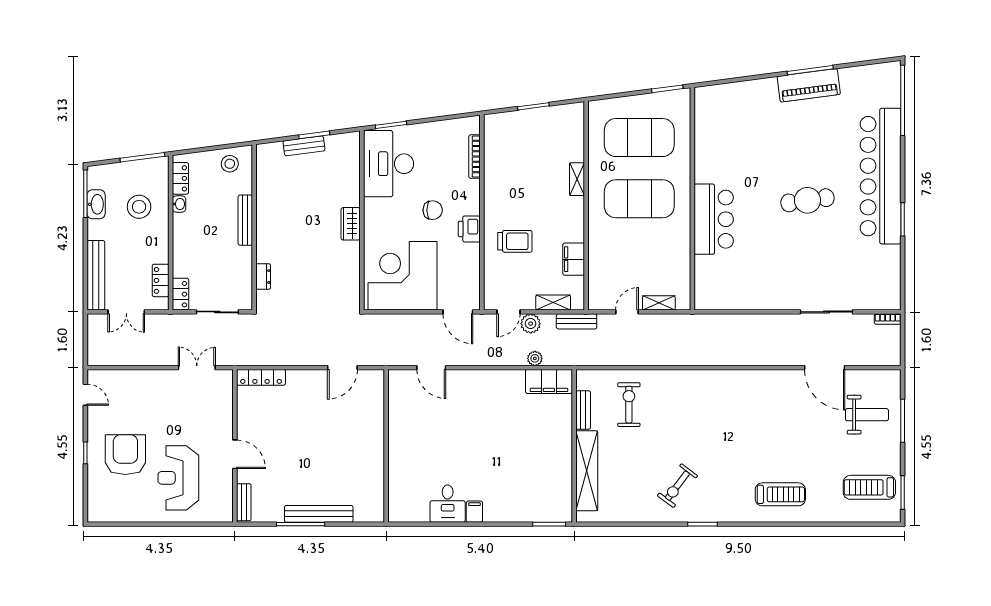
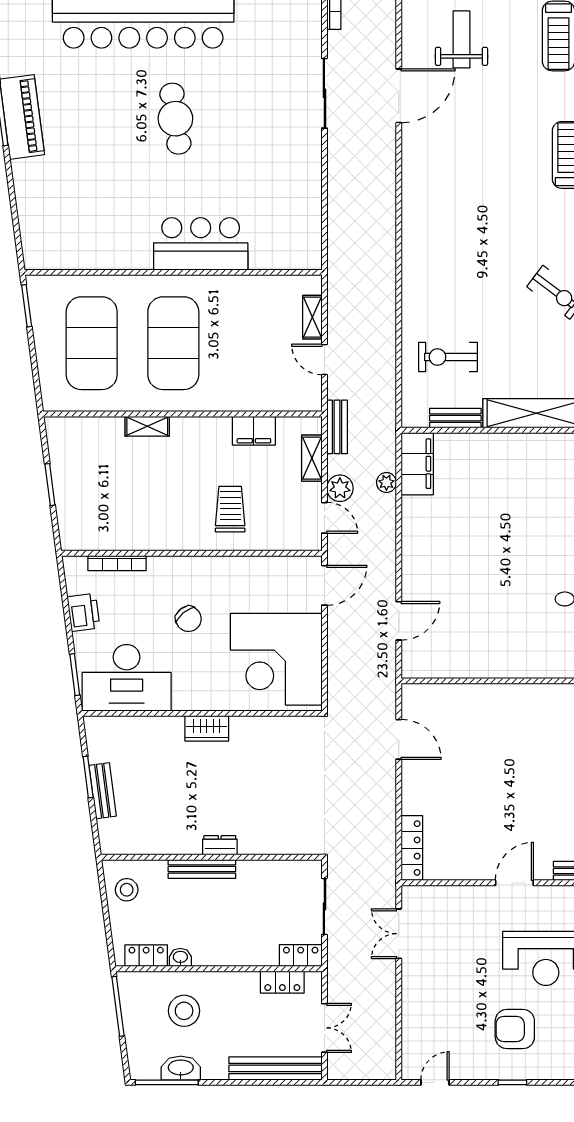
chair: (433, 210) -> (189, 619), turned 141
printer: (469, 229) -> (84, 612), moved, turned -97
dresser: (263, 277) -> (220, 845), moved
armchair: (125, 455) -> (515, 1029), width x0.73, depth x0.73

